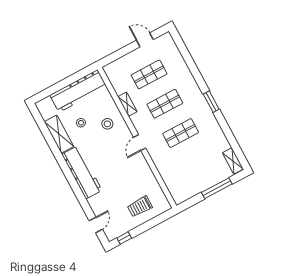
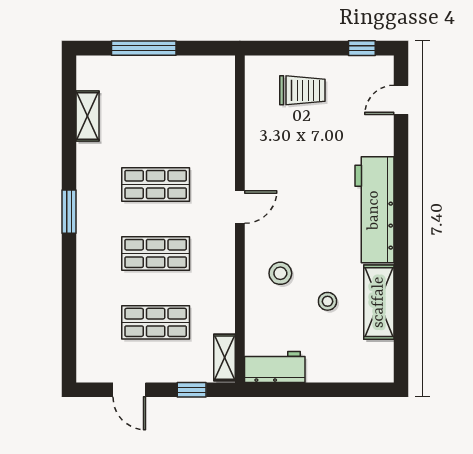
window: (118, 54) -> (192, 390), added
workbench: (78, 91) -> (275, 367), width x0.53, depth x0.76
shelving: (127, 104) -> (224, 358), moved
shelving: (233, 161) -> (88, 116), moved

